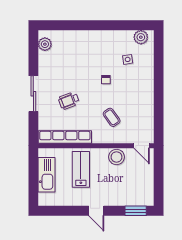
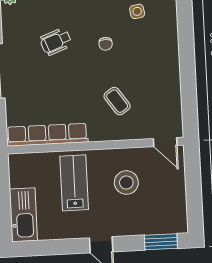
wheelchair: (69, 101) -> (56, 42), moved
stool: (117, 157) -> (126, 183), moved
kitchen sink: (47, 175) -> (23, 215), moved

